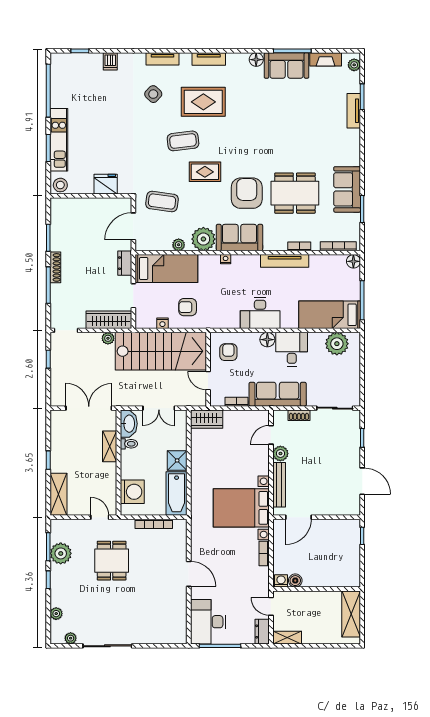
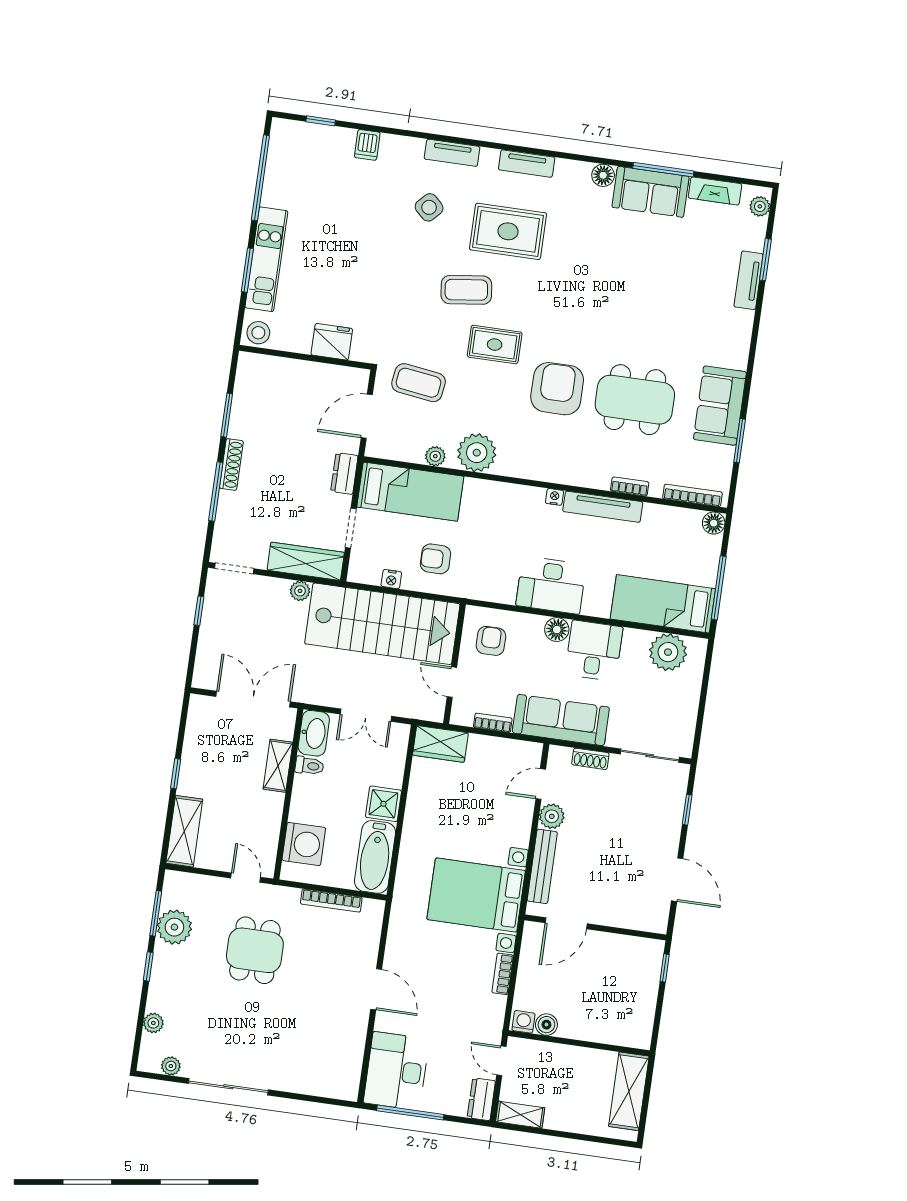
sofa: (239, 238) -> (535, 459), removed
nightstand: (226, 259) -> (554, 497), moved

